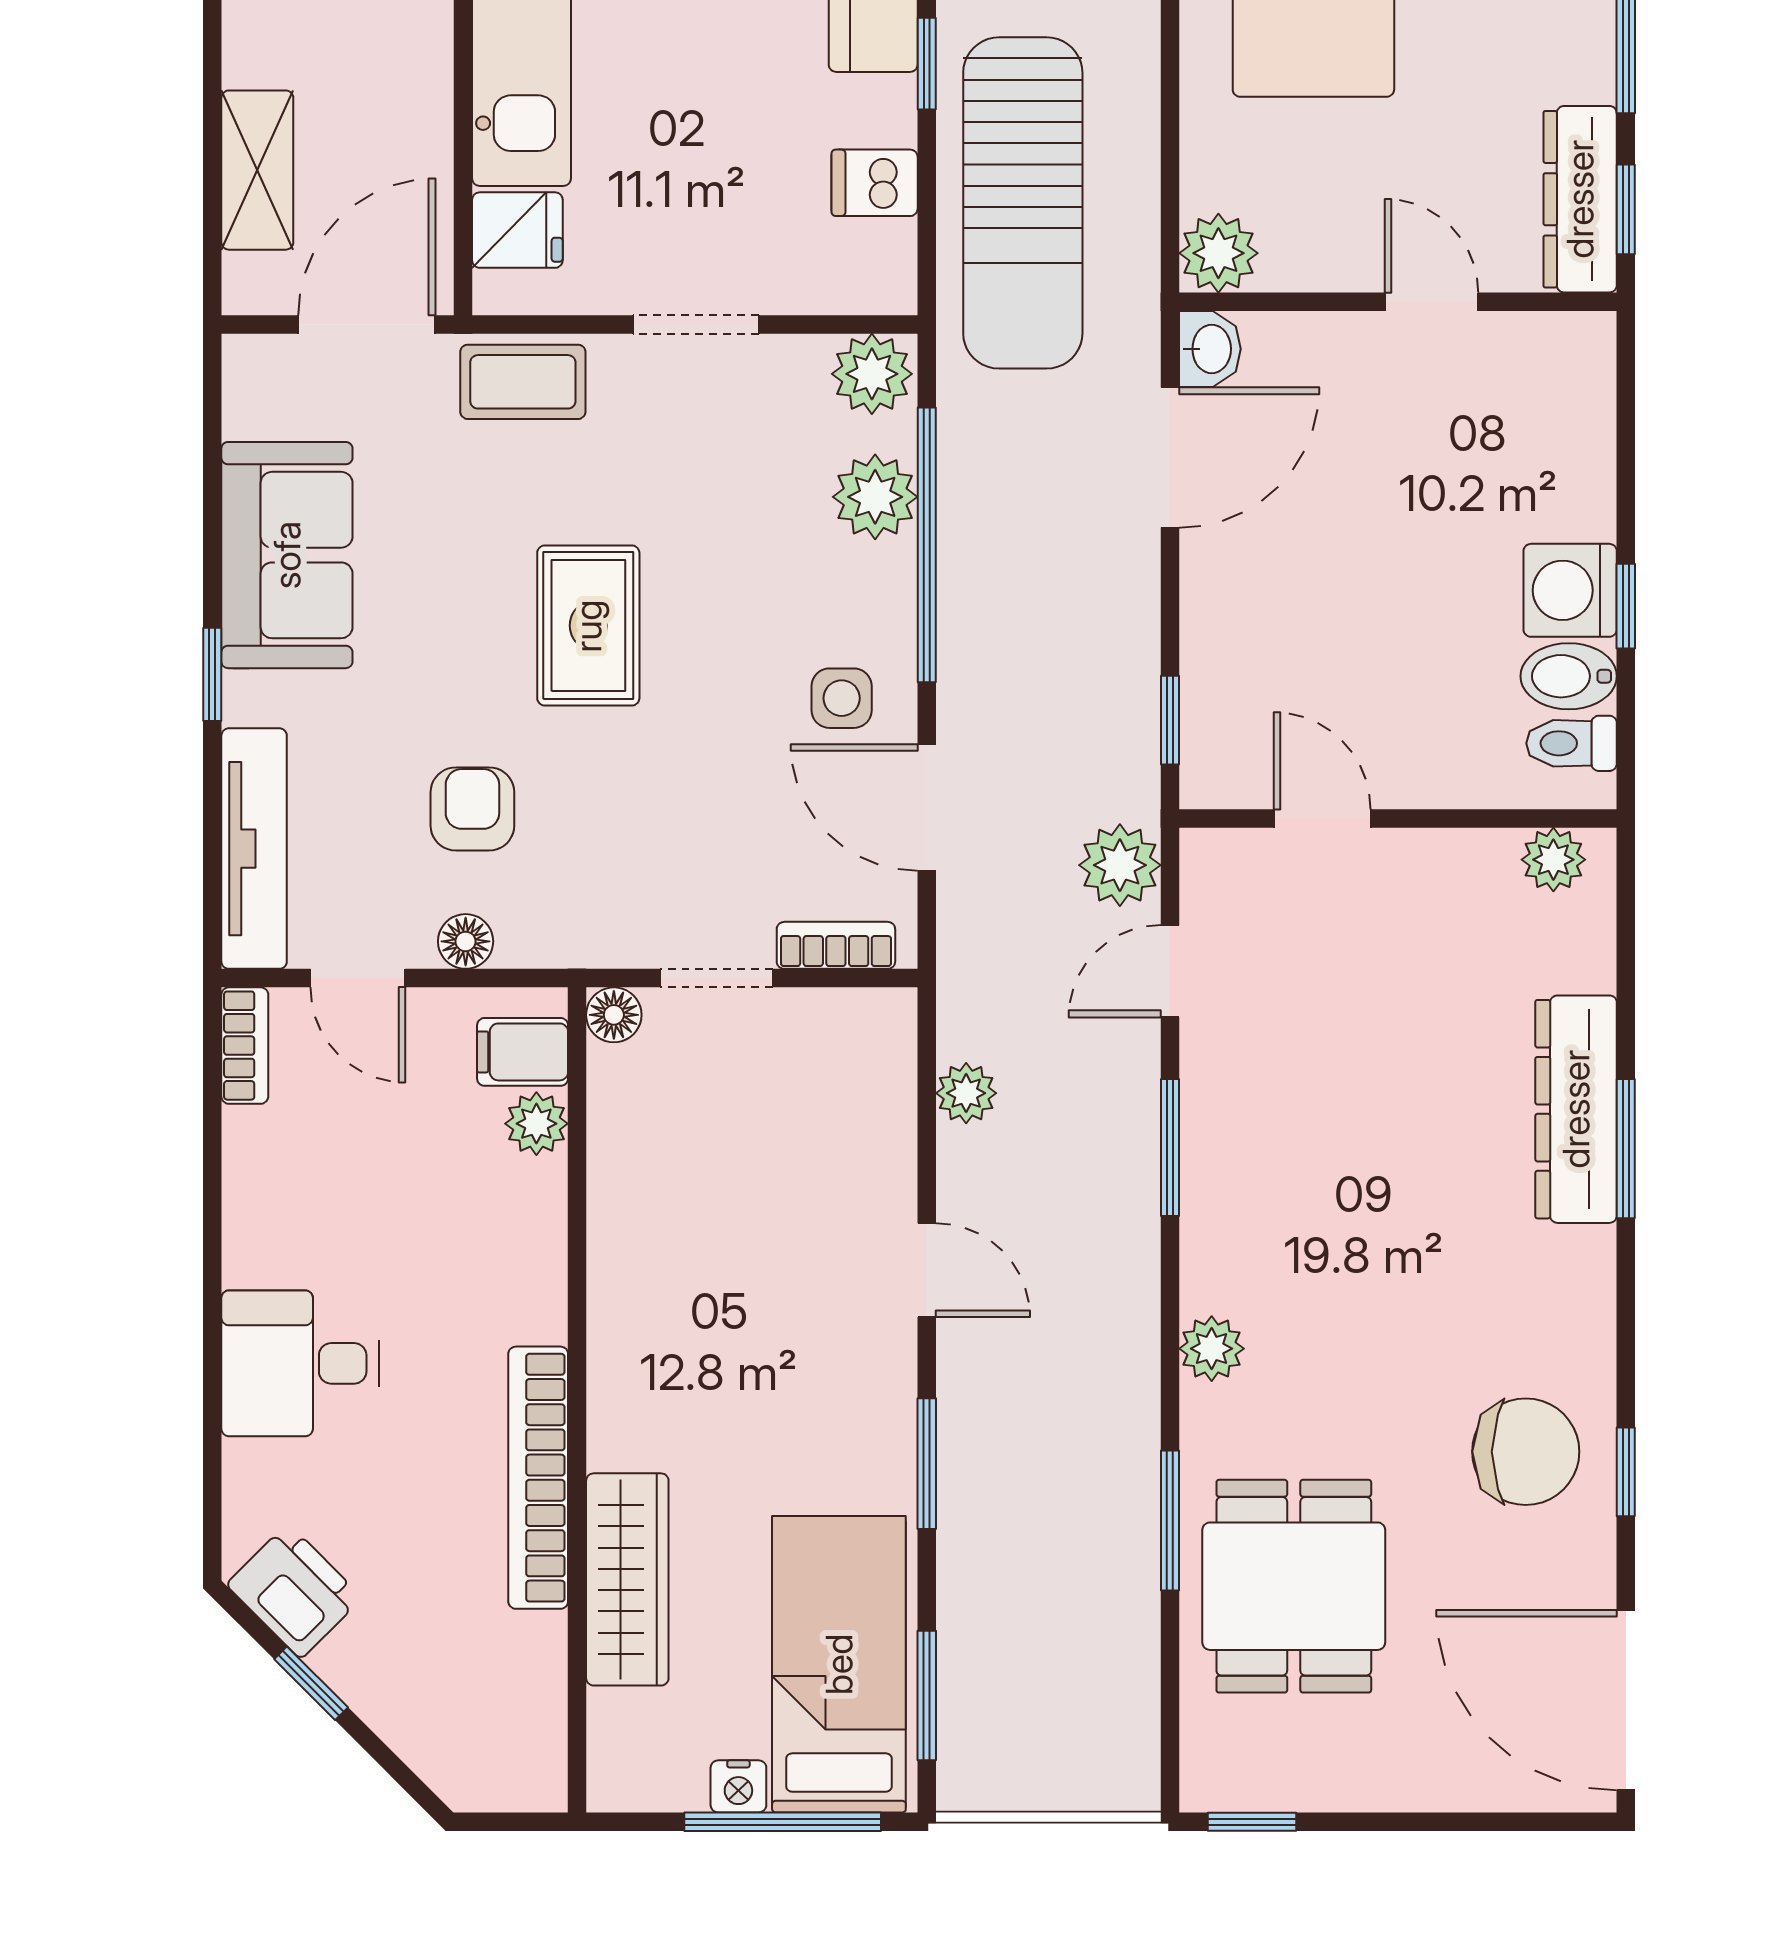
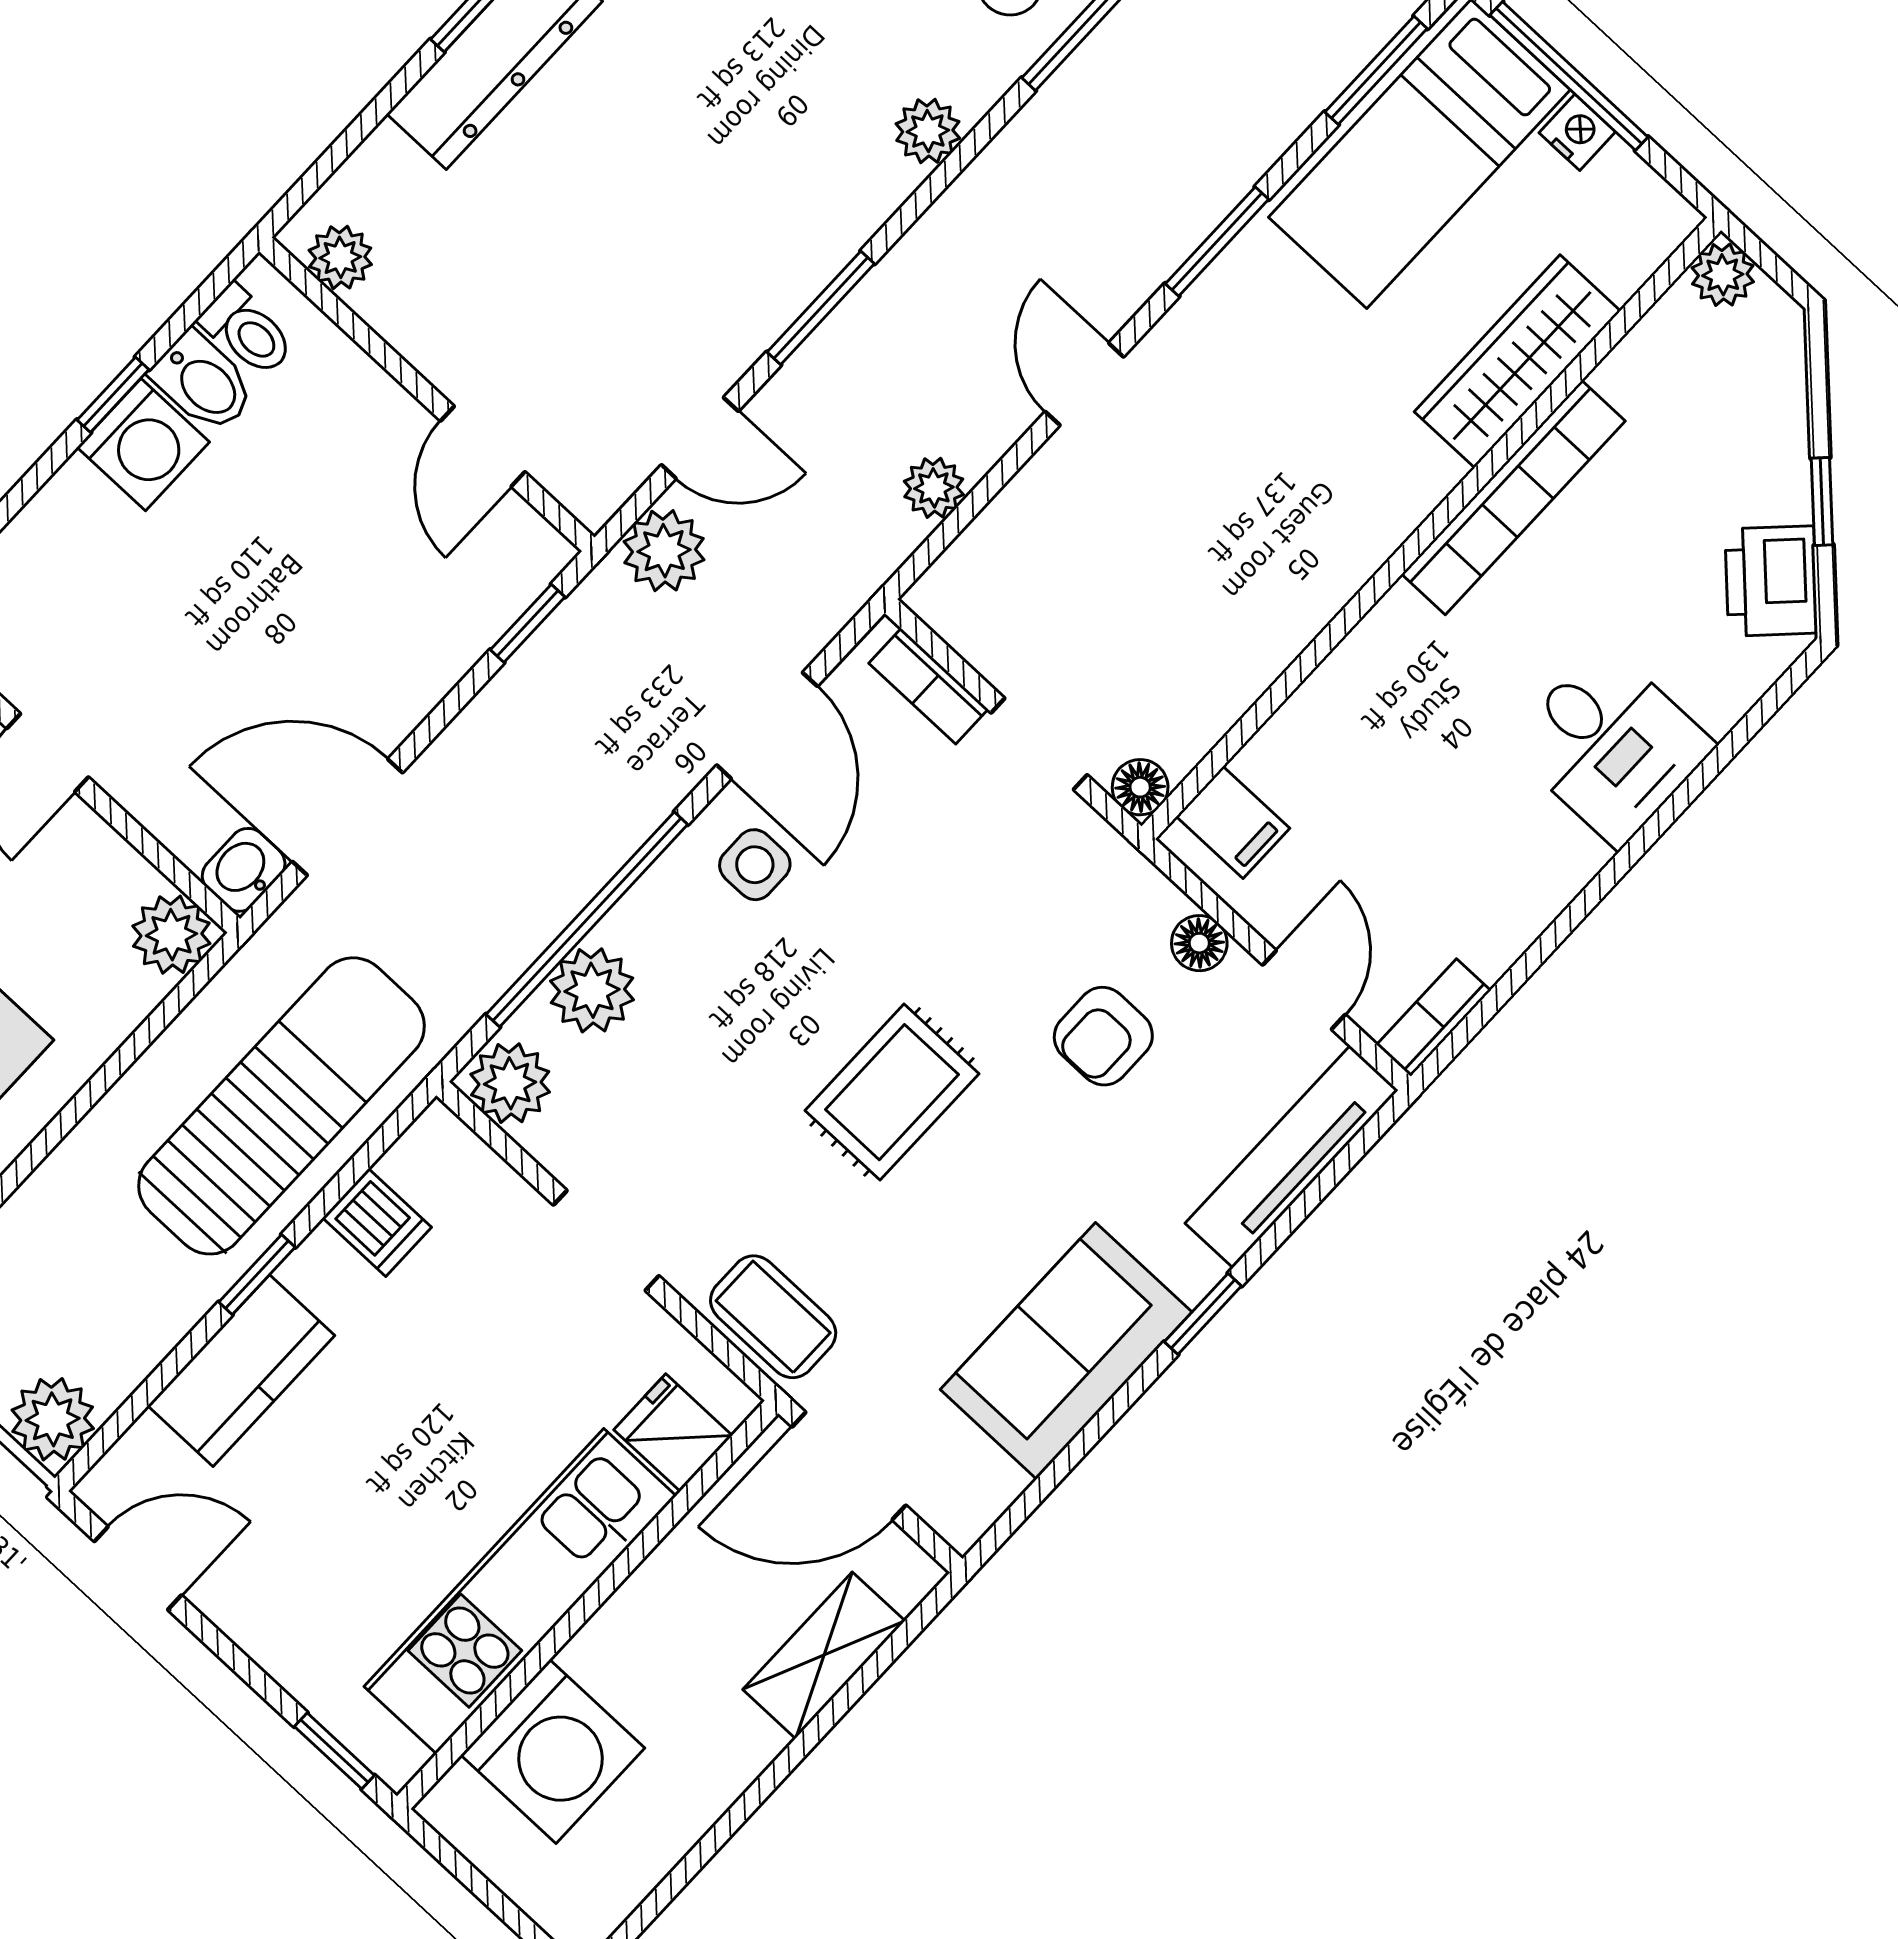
plant: (536, 1124) -> (1723, 275), moved

